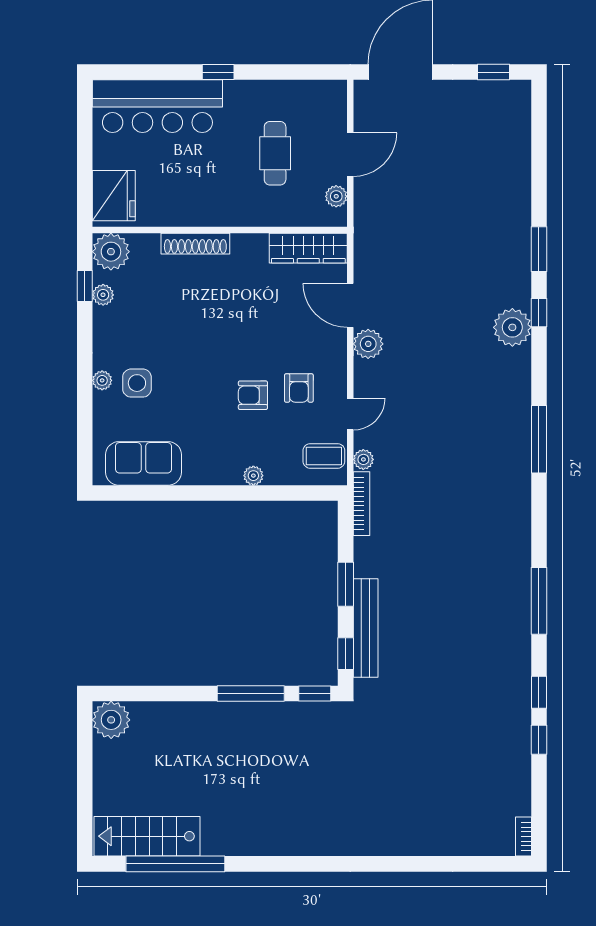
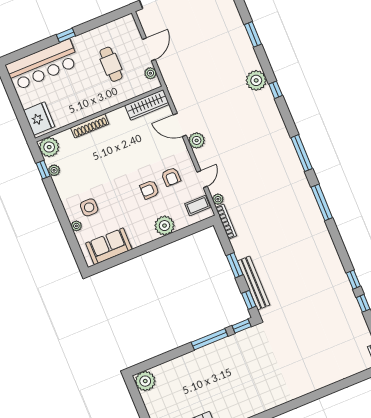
window: (539, 249) -> (253, 34), moved
plant: (512, 327) -> (256, 80), moved
plant: (102, 380) -> (76, 226), moved
plant: (253, 476) -> (164, 226), width x1.87, depth x1.87
window: (539, 601) -> (322, 202), moved

